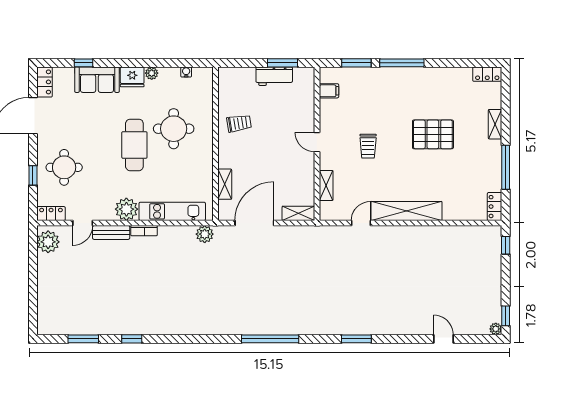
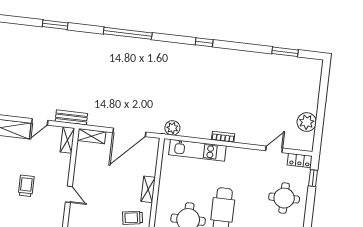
window: (33, 175) -> (313, 178), moved
shelving: (225, 184) -> (148, 189), moved
shelving: (326, 185) -> (67, 140), moved
plant: (126, 209) -> (236, 157), removed
bench: (111, 232) -> (71, 117), moved
plant: (48, 242) -> (307, 122), moved
window: (132, 339) -> (204, 42), moved

